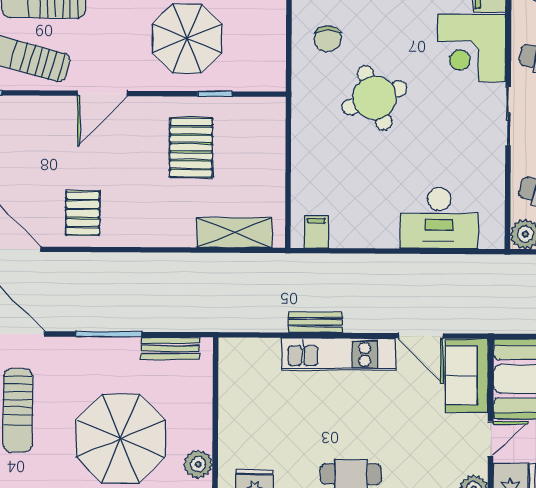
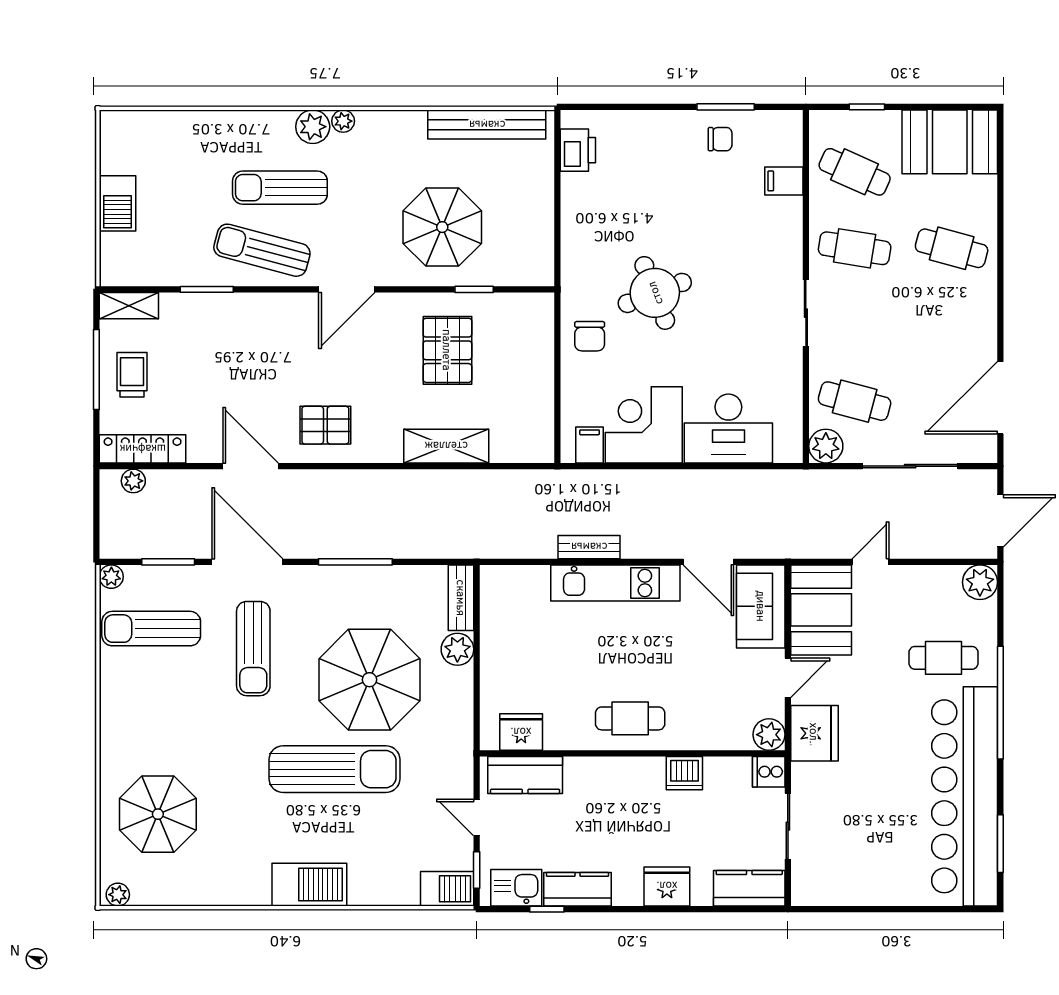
chair: (328, 39) -> (590, 336), moved
corner desk: (472, 48) -> (644, 425), moved, turned 90
pallet: (83, 213) -> (325, 425), turned 90
shelving: (235, 233) -> (446, 446), moved
bench: (170, 348) -> (461, 598), moved, turned 90
plant: (198, 464) -> (457, 649), moved

